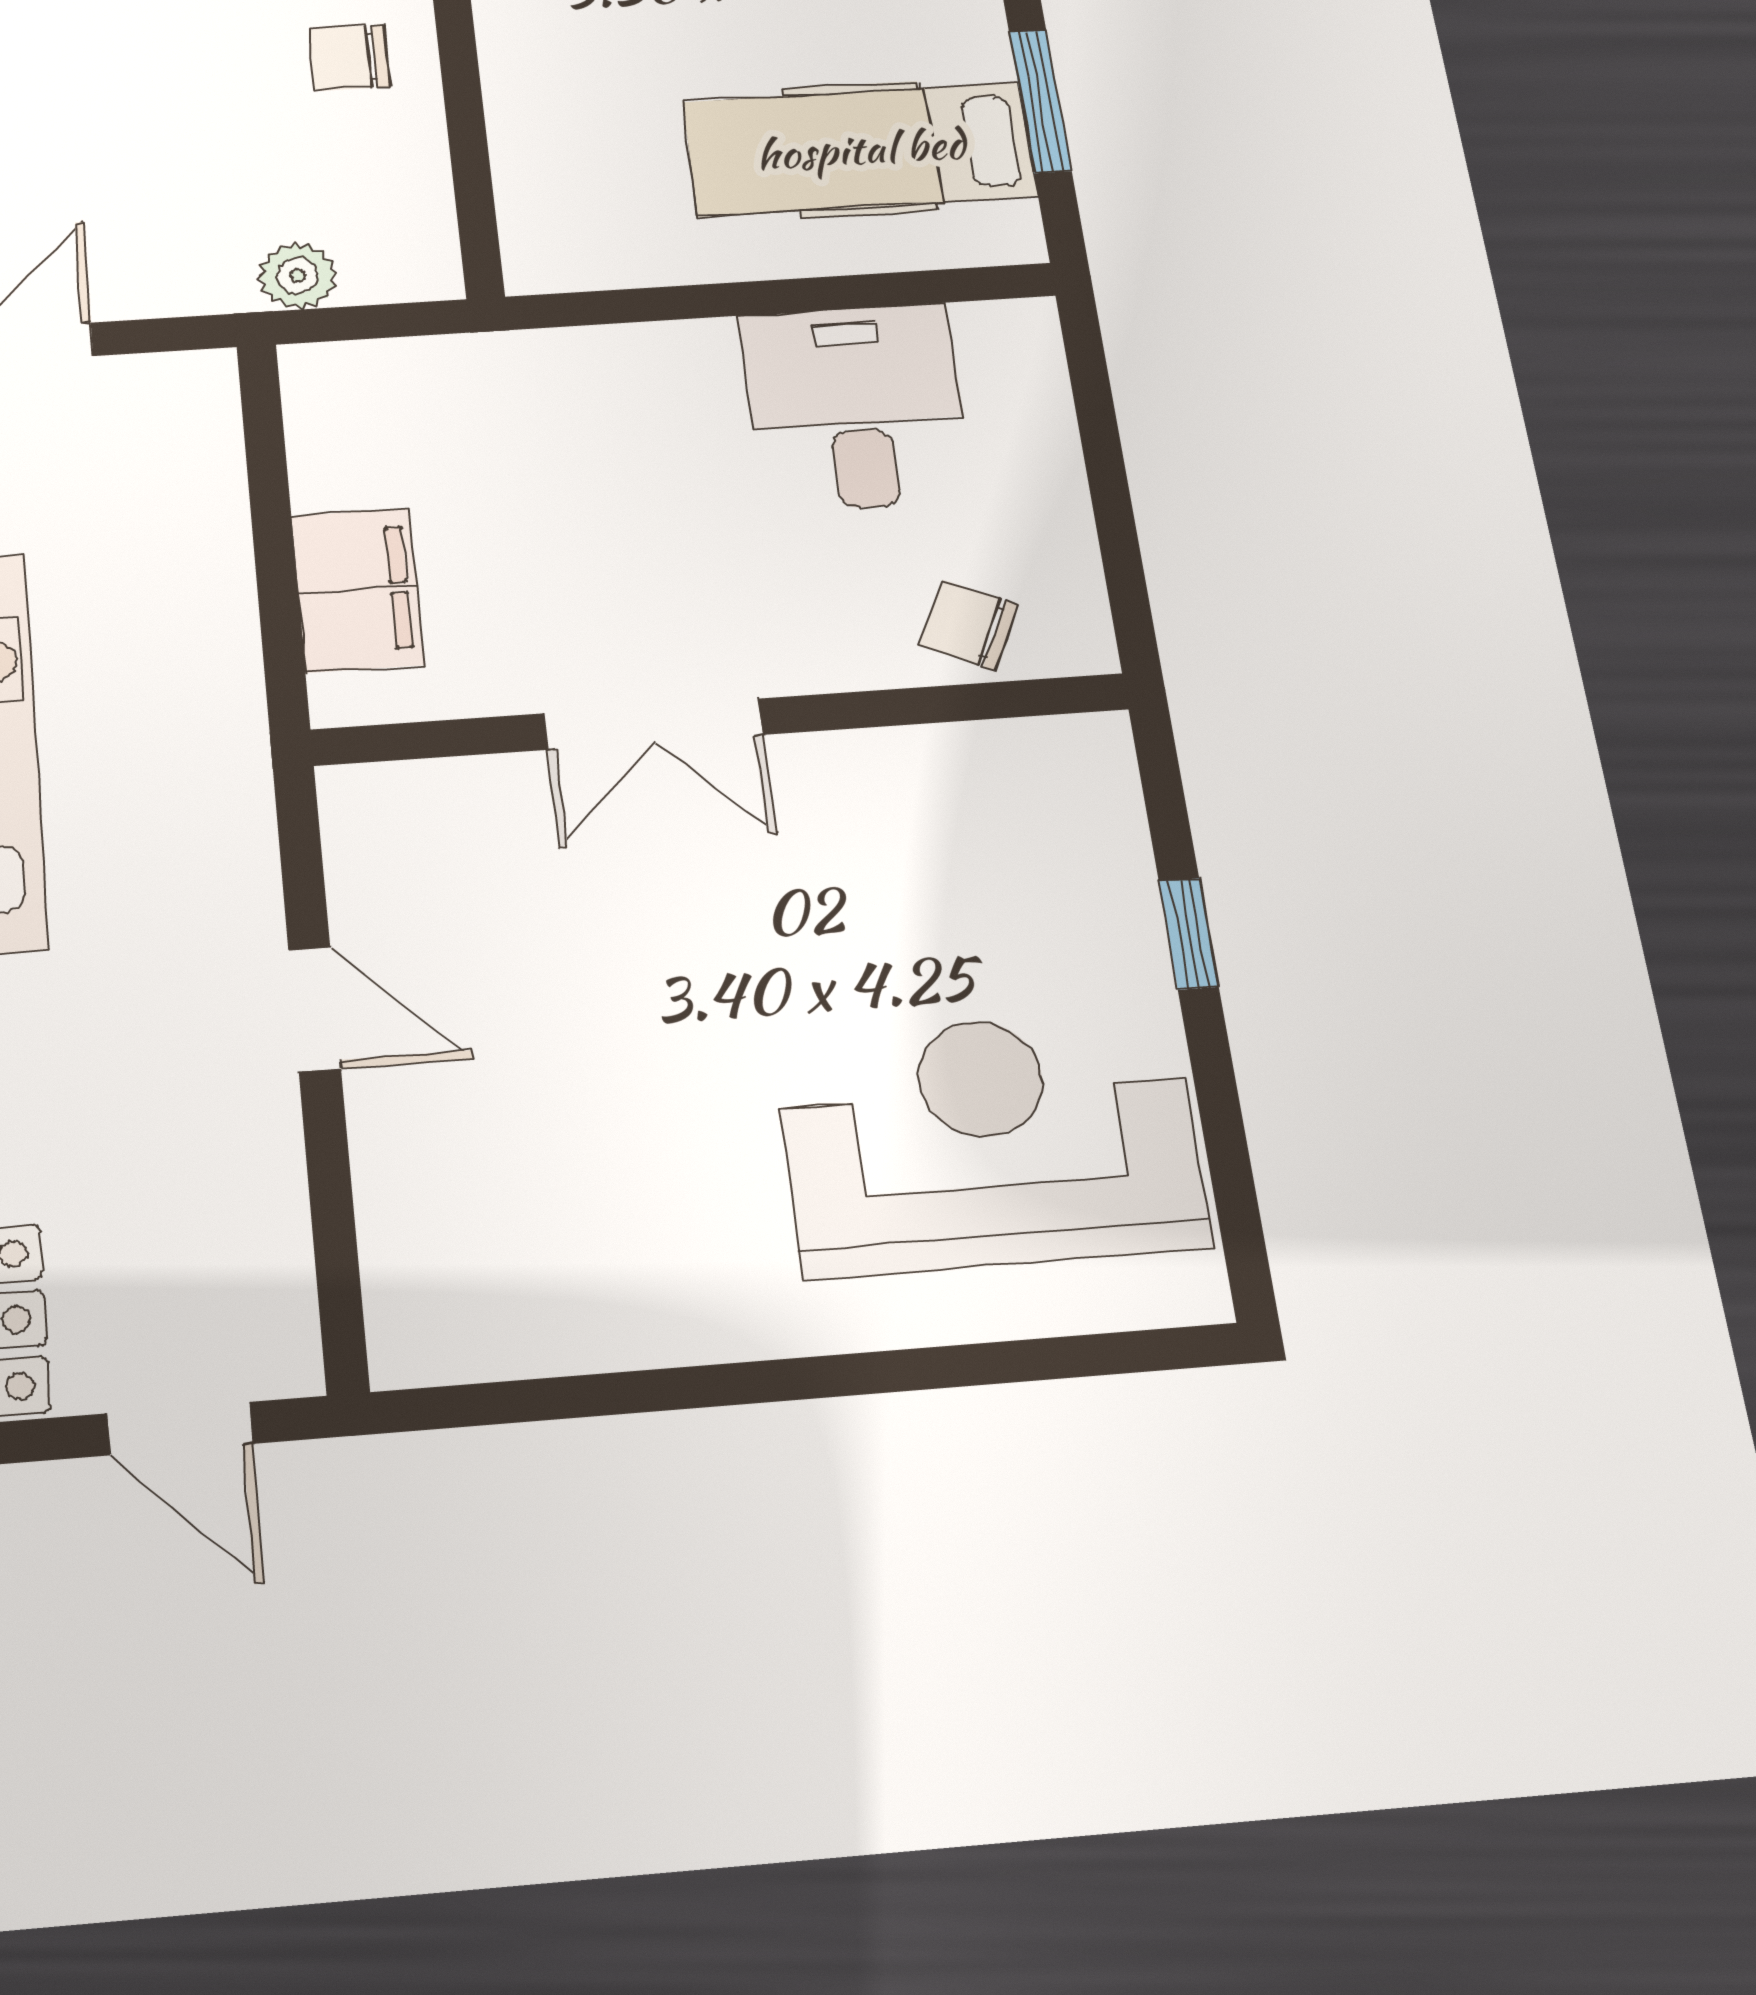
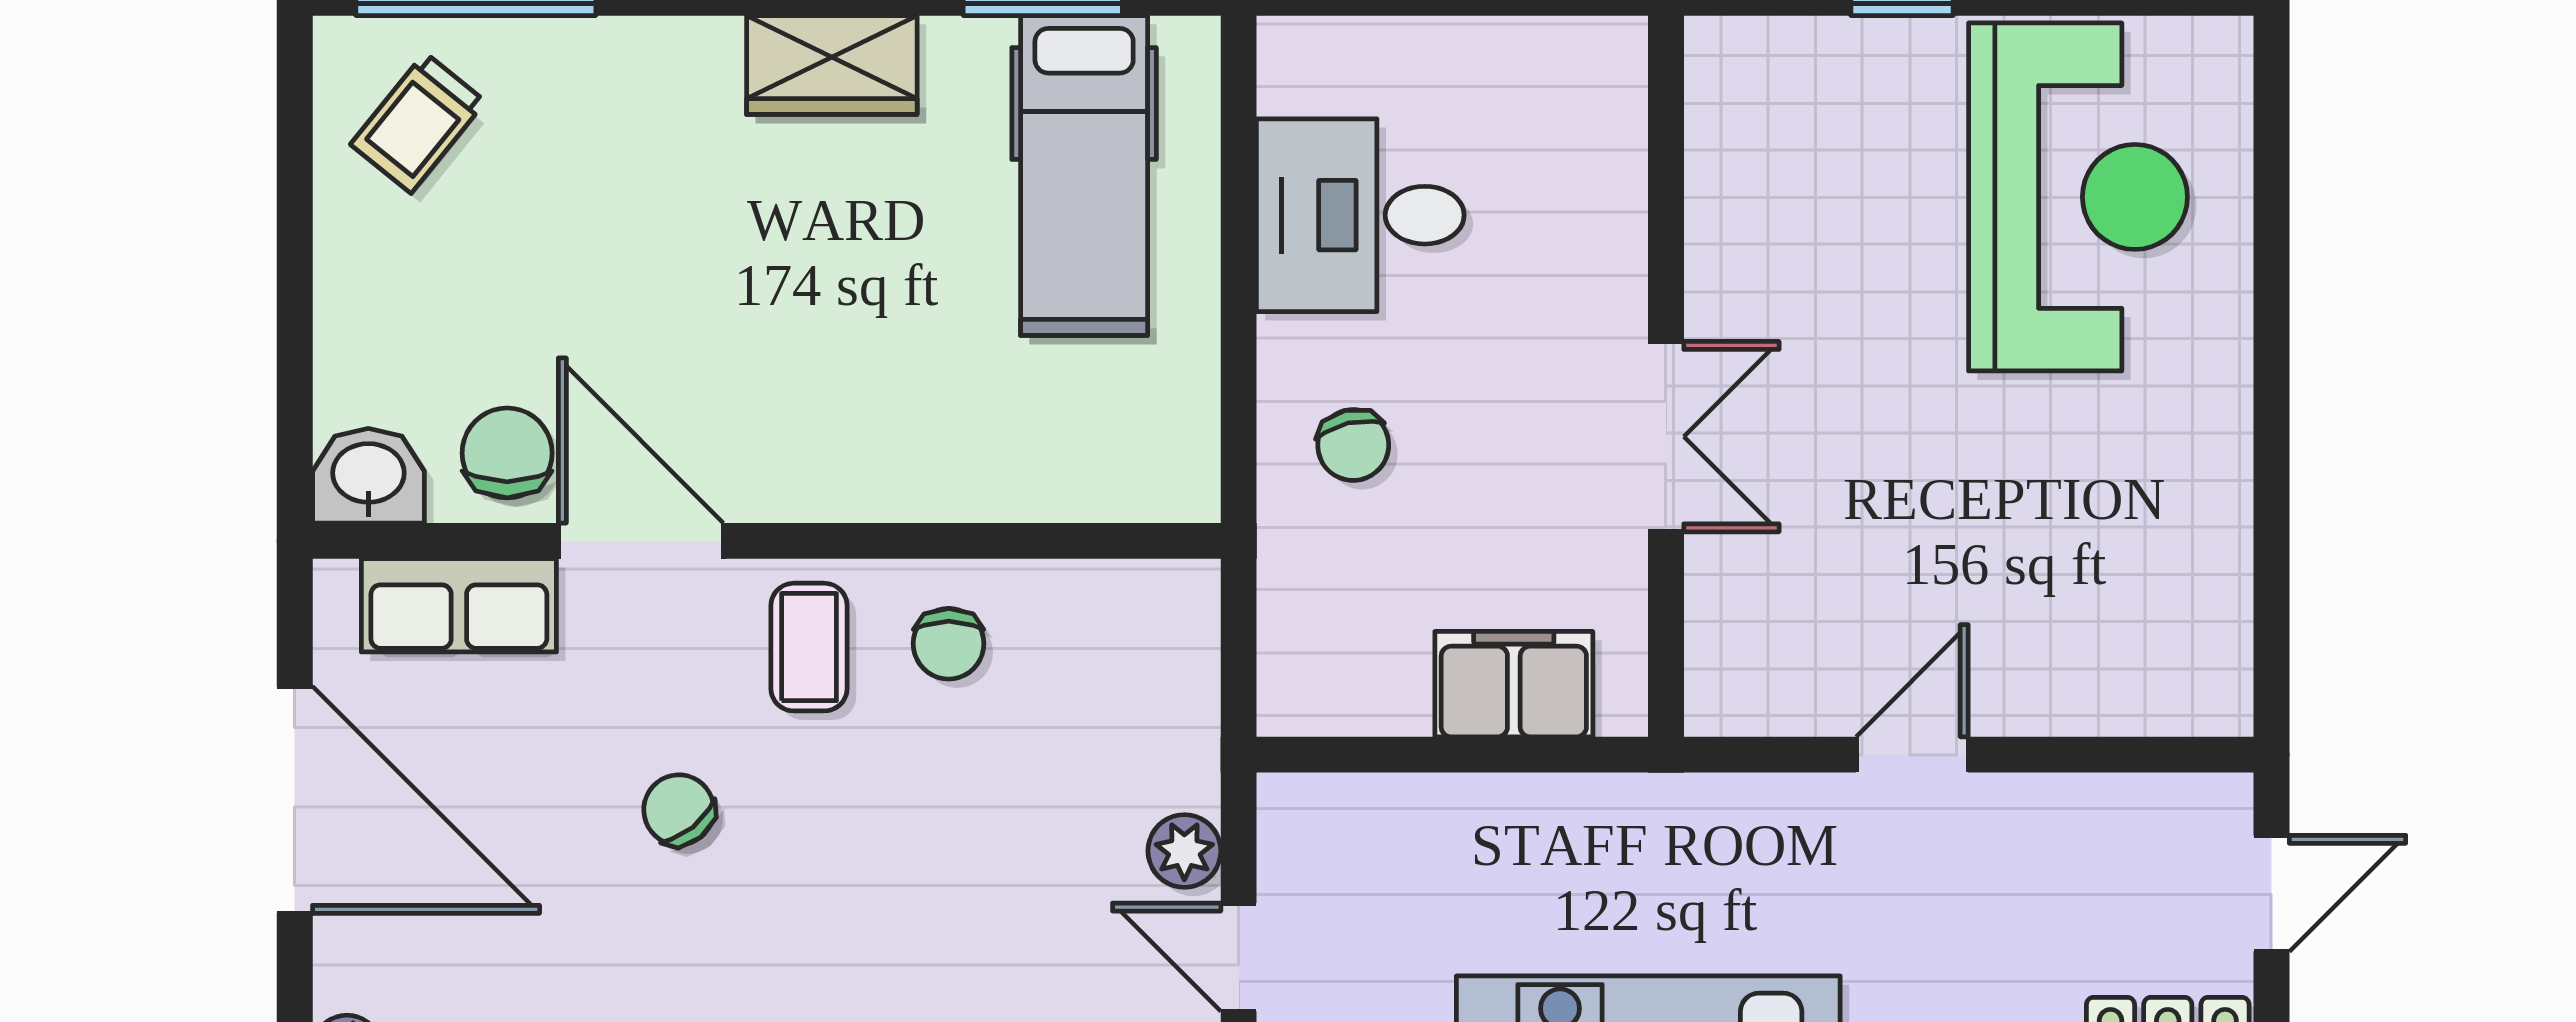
plant: (298, 276) -> (1184, 851), moved
chair: (969, 625) -> (1353, 445), moved, turned -38
reception desk: (990, 1142) -> (2078, 197), turned 180

